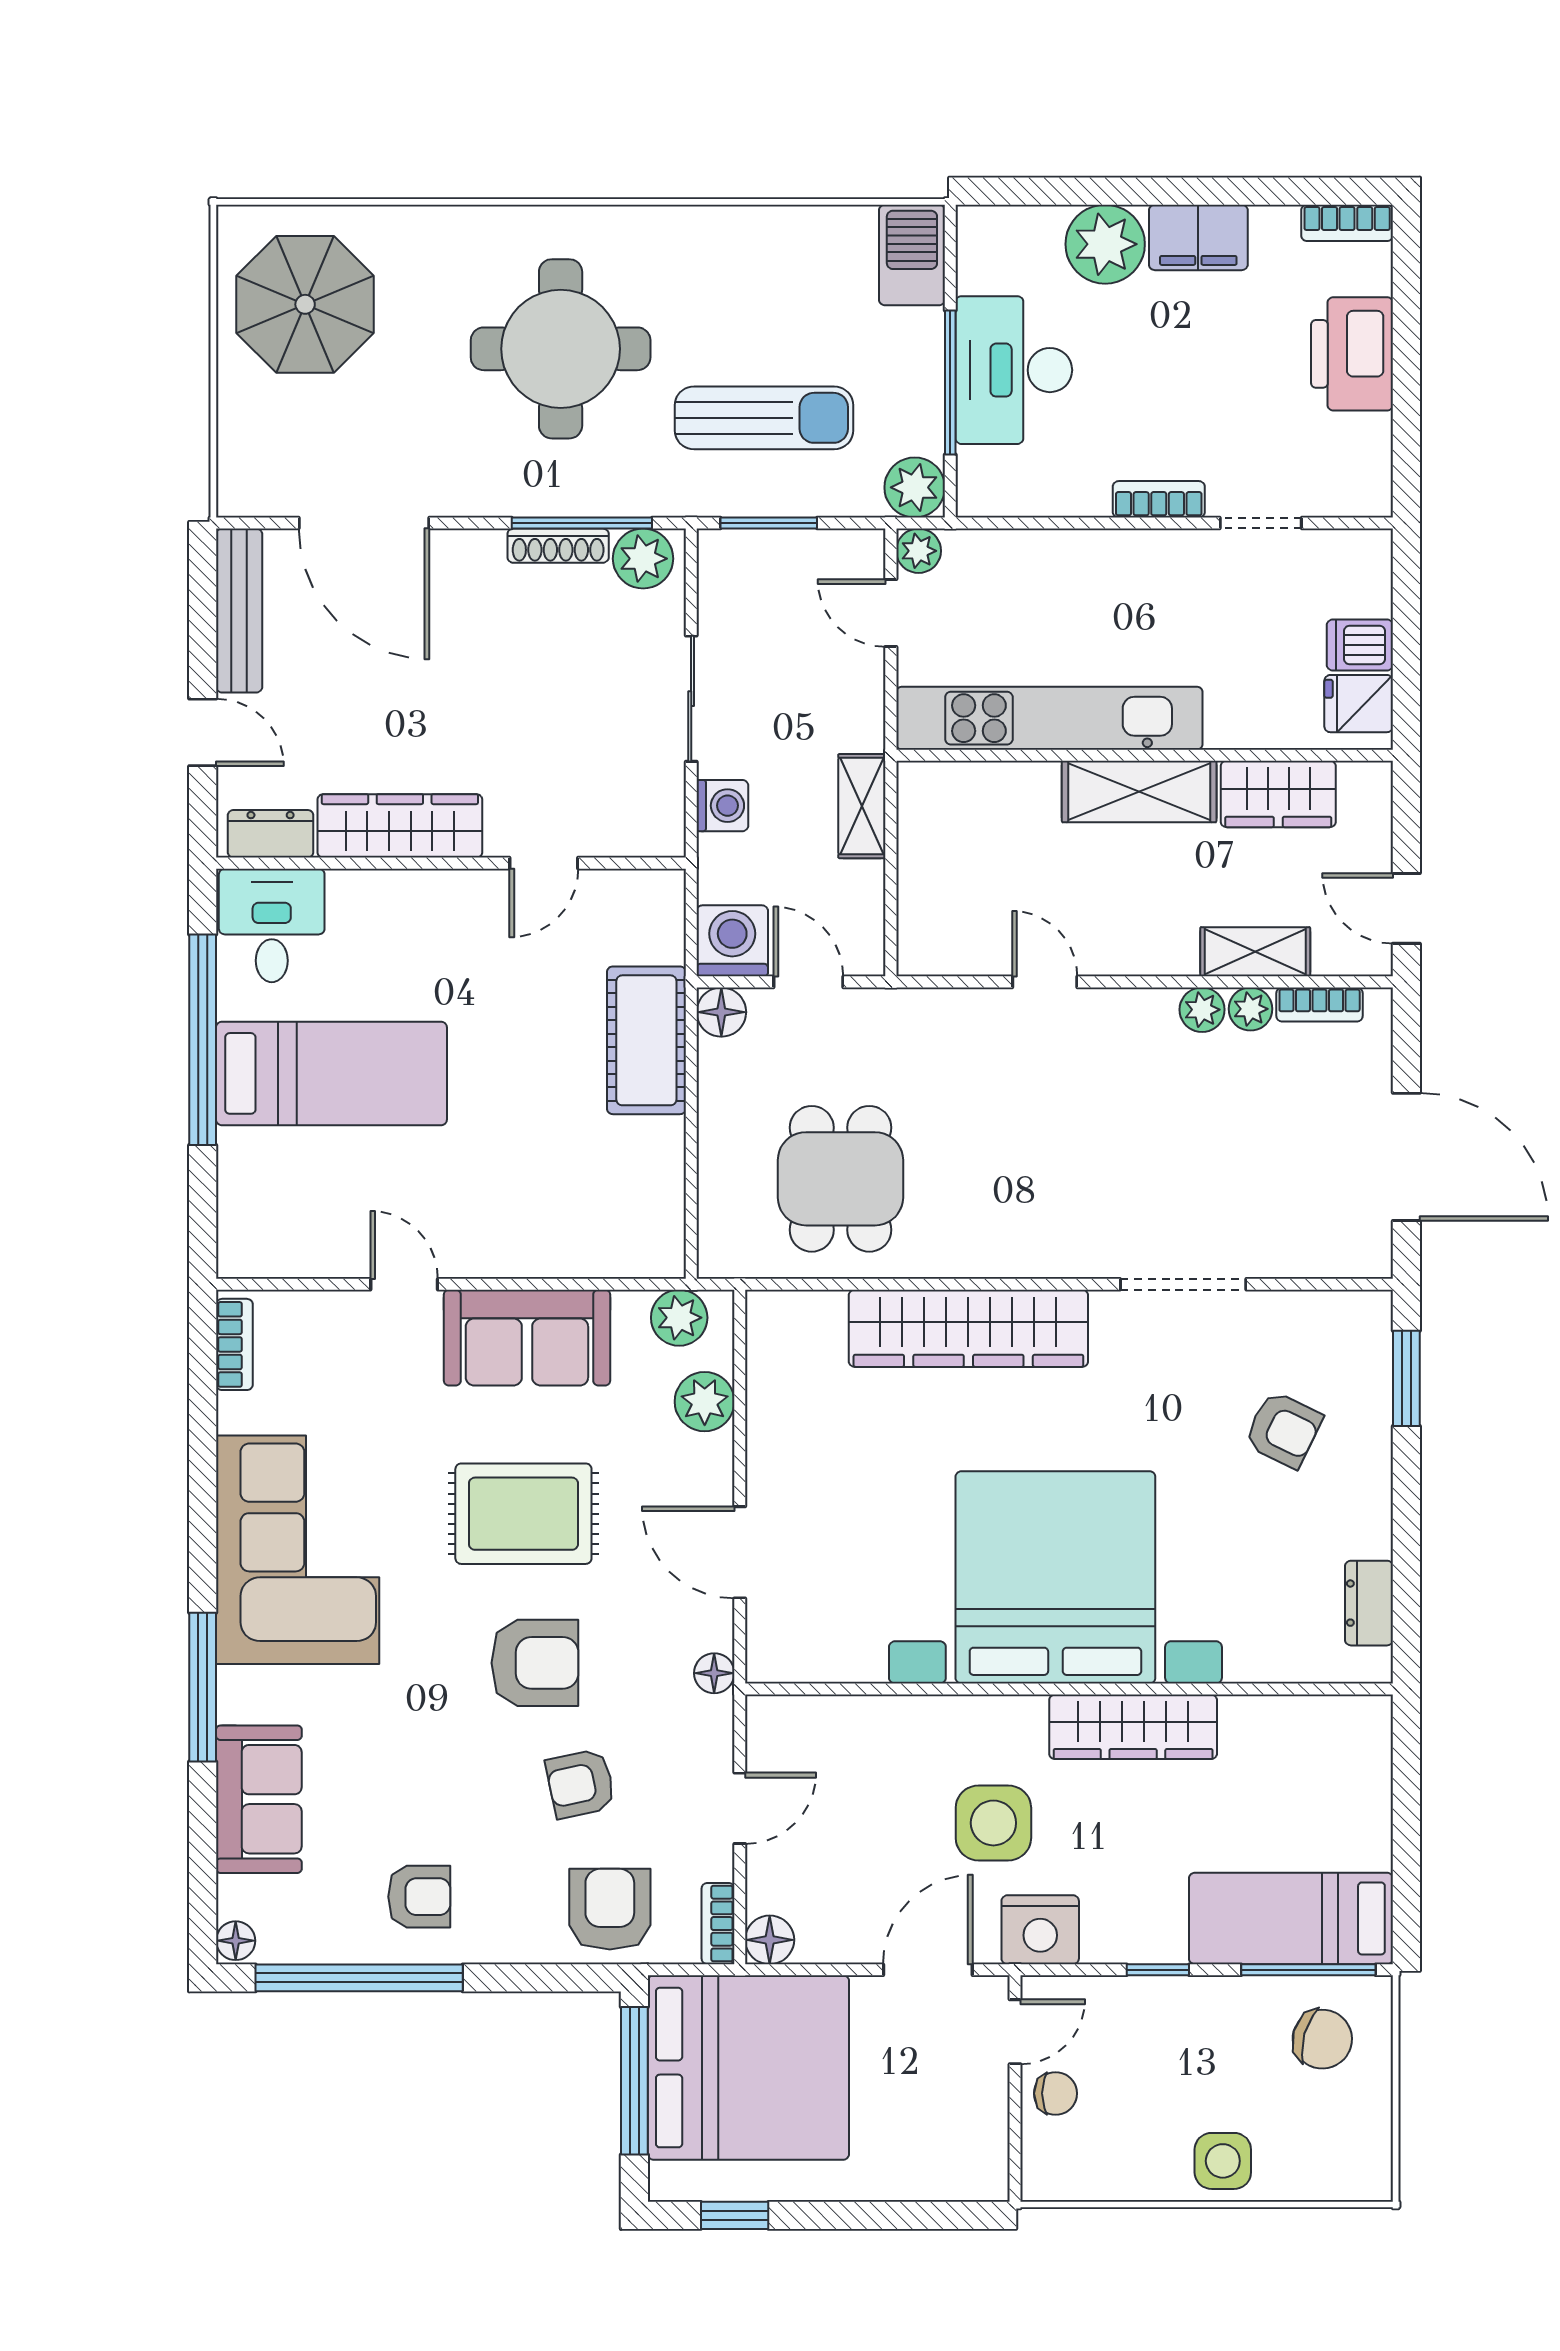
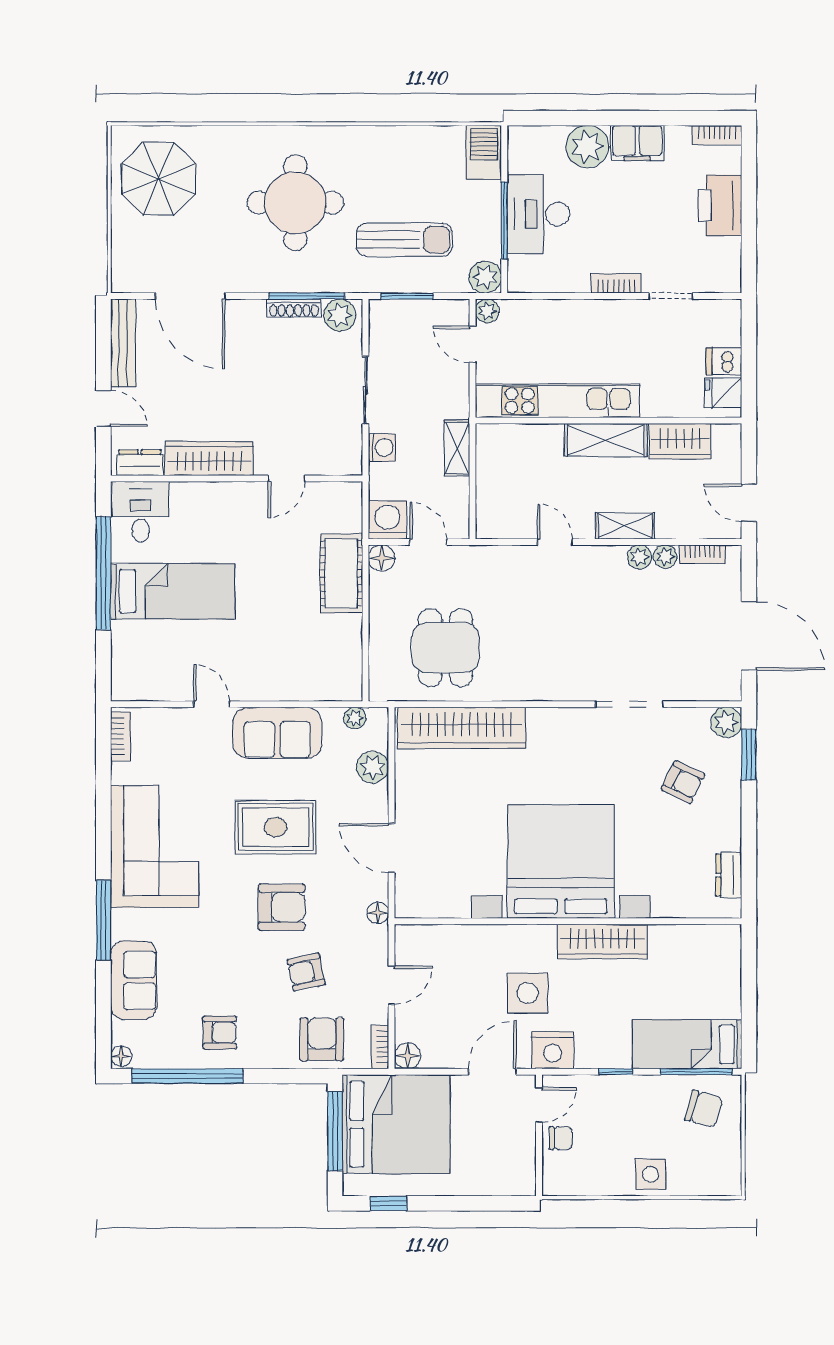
shelving: (1255, 952) -> (625, 526), moved
plant: (679, 1318) -> (355, 718), width x0.73, depth x0.73
plant: (1364, 1318) -> (726, 722), added
wardrobe: (968, 1328) -> (462, 728), moved

